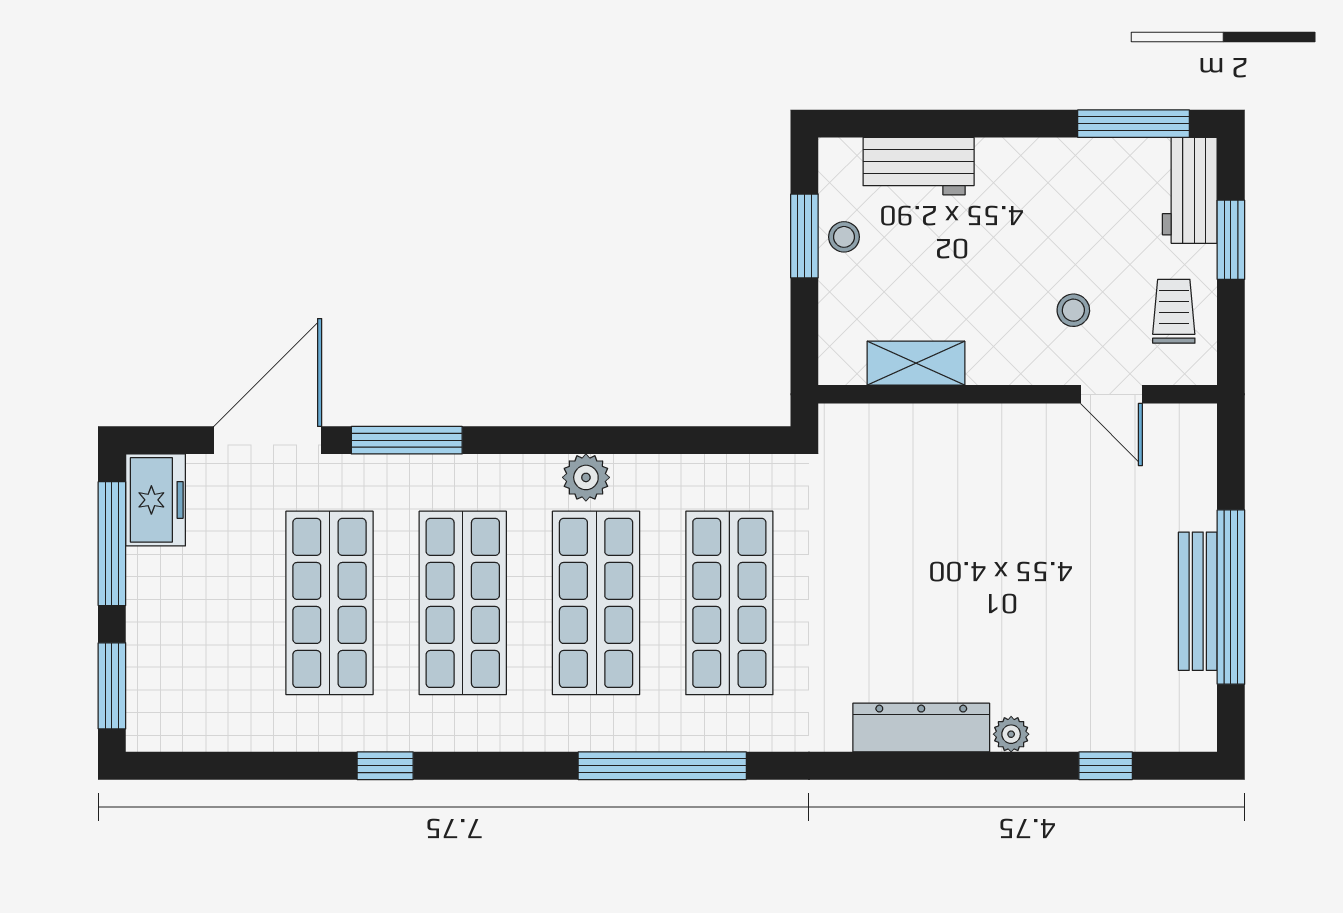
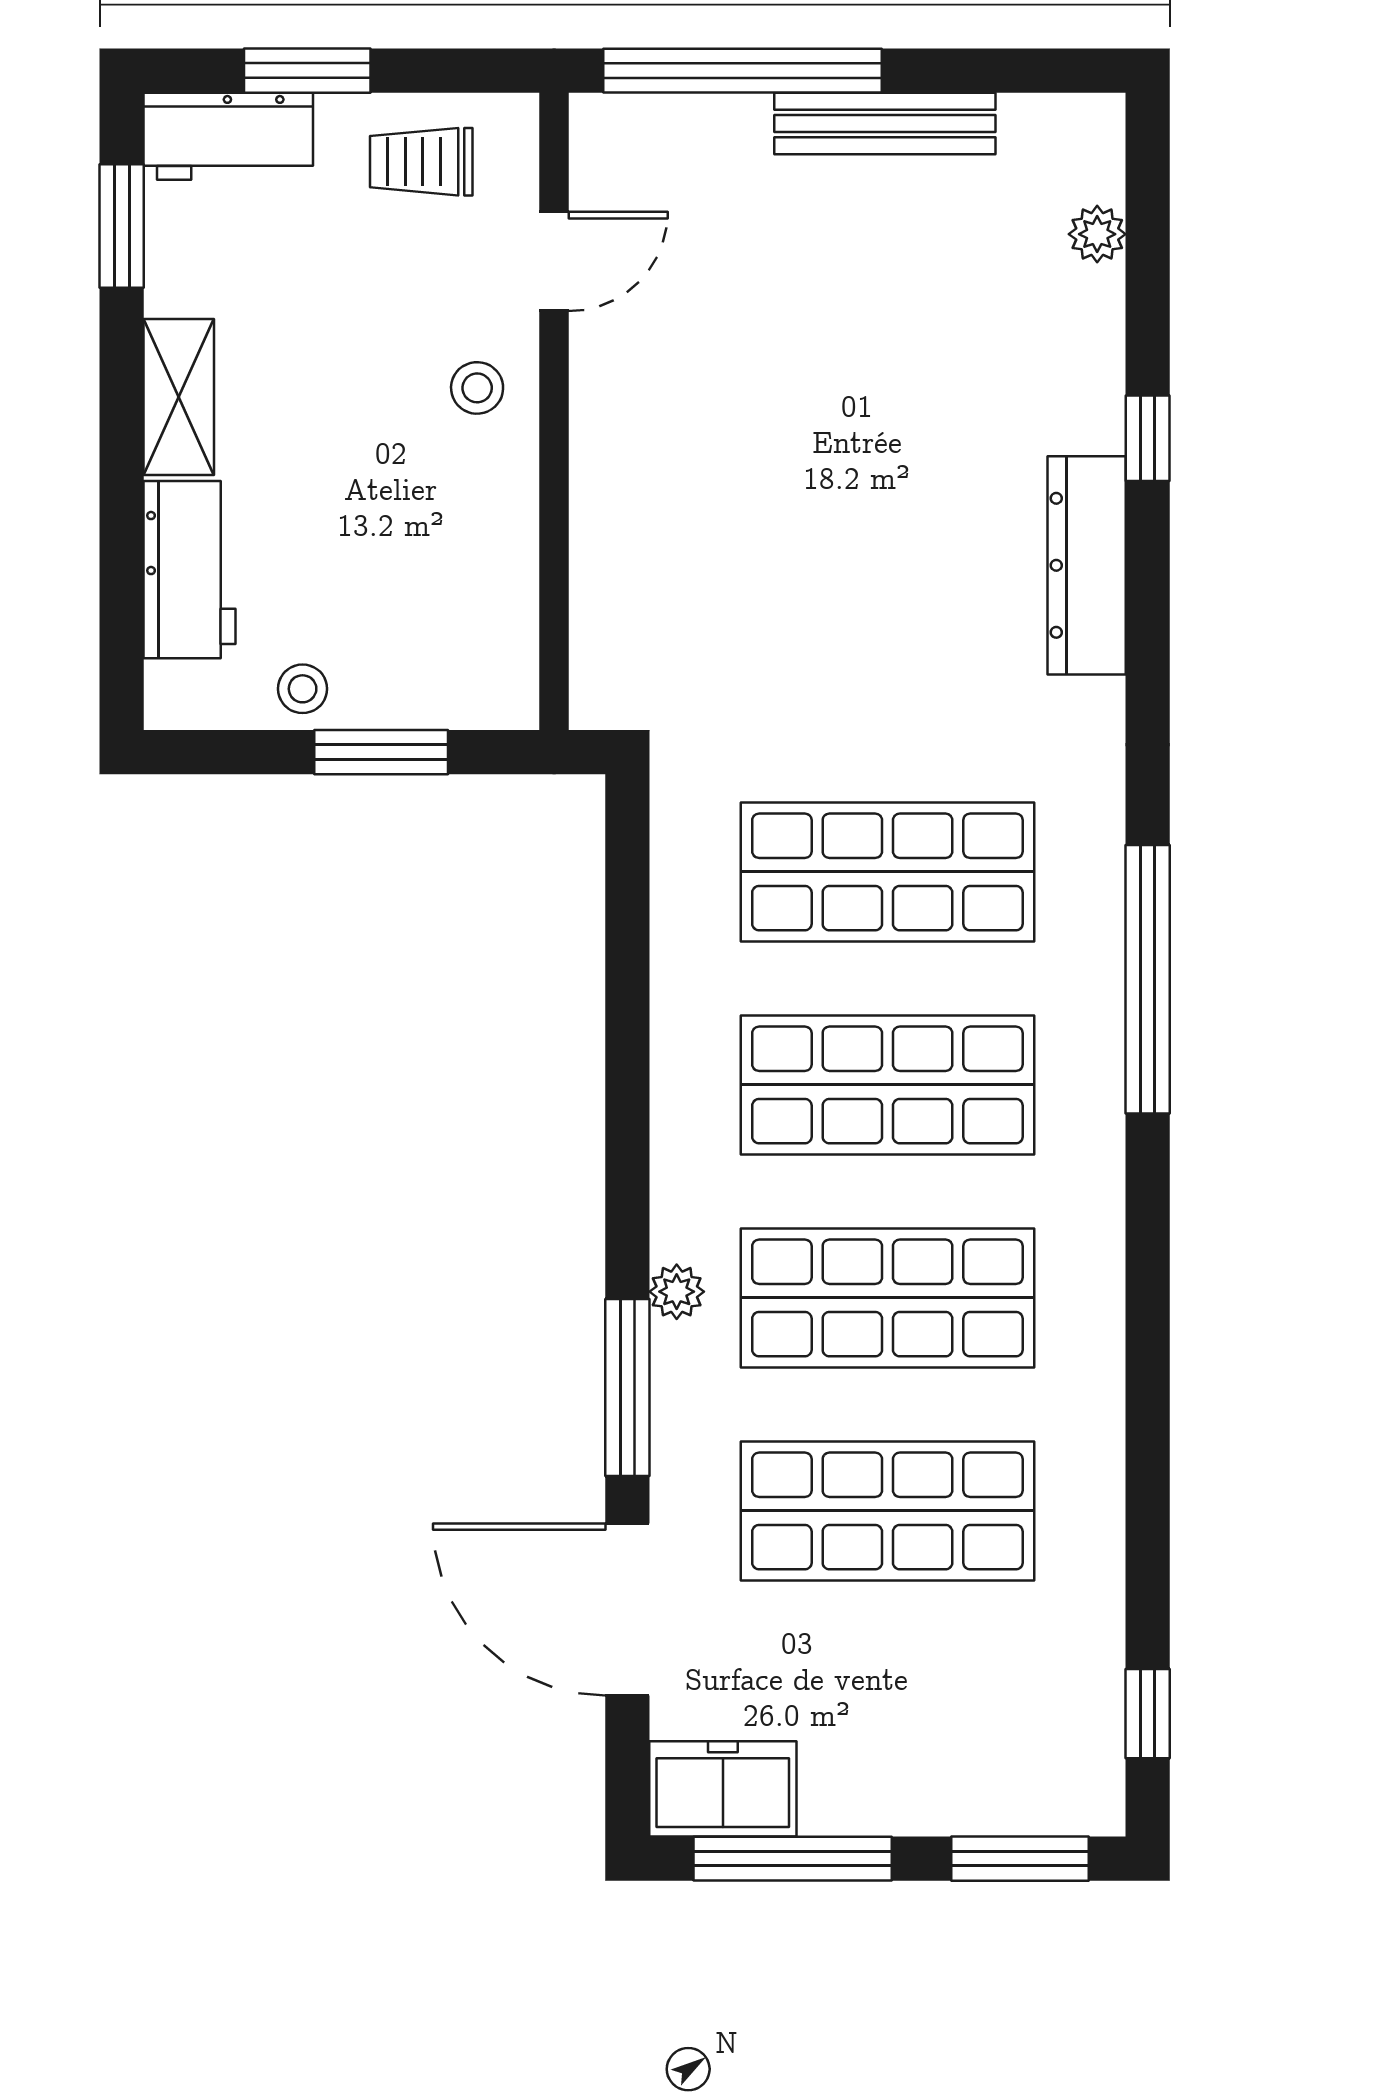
window: (1134, 124) -> (122, 226), width x0.69
window: (804, 236) -> (381, 752), moved
stool: (1073, 310) -> (477, 388), moved
shelving: (916, 363) -> (179, 397), moved
plant: (586, 477) -> (677, 1292), moved, width x0.73, depth x0.73
window: (1231, 597) -> (743, 71), moved
plant: (1011, 734) -> (1097, 234), moved
window: (385, 766) -> (1148, 1714), moved
window: (1106, 766) -> (1148, 438), moved

